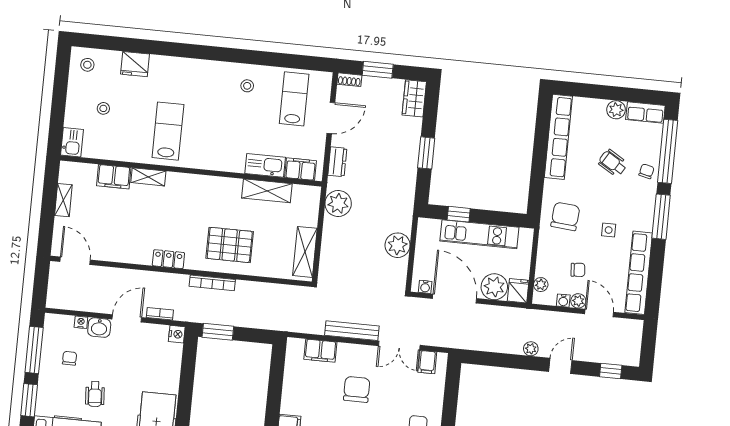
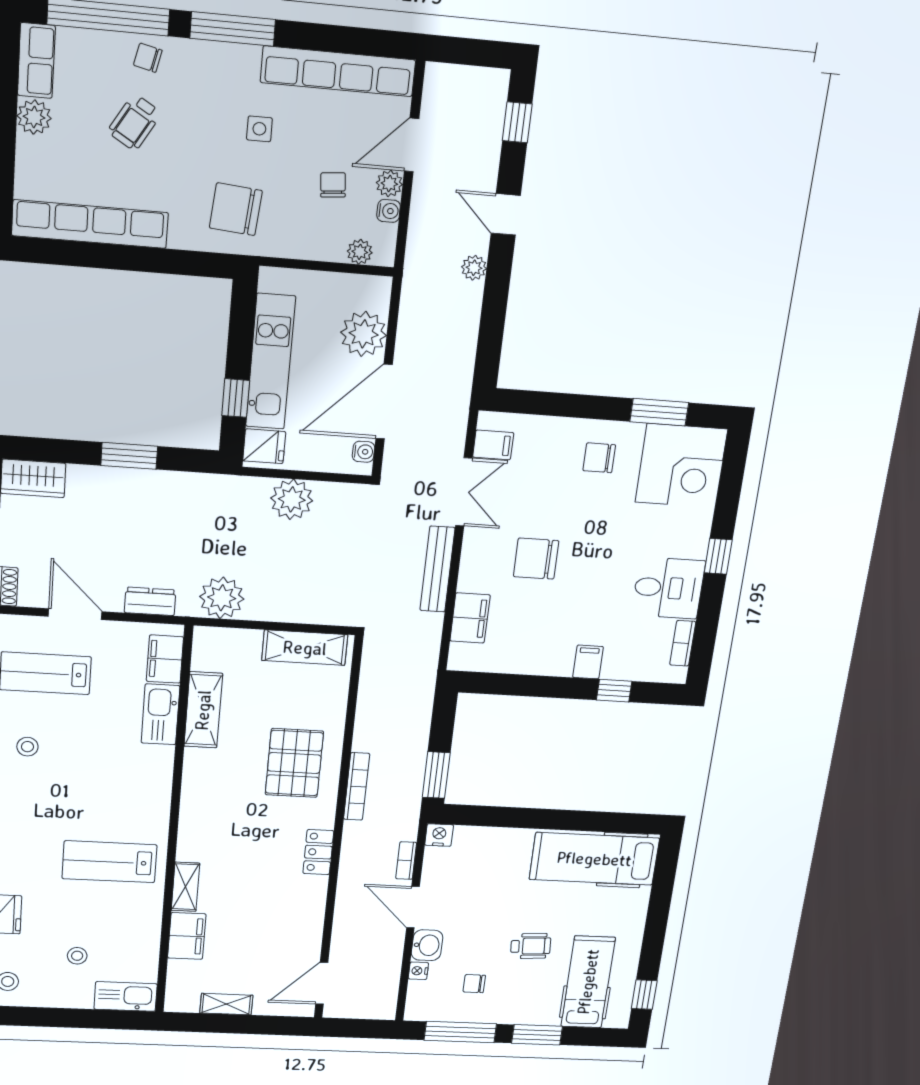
kitchen sink: (72, 142) -> (126, 997), width x1.38
fridge: (518, 291) -> (264, 446), moved, turned 180

